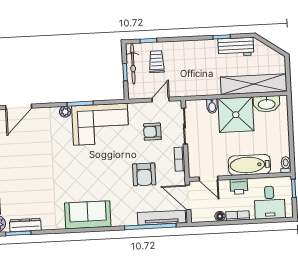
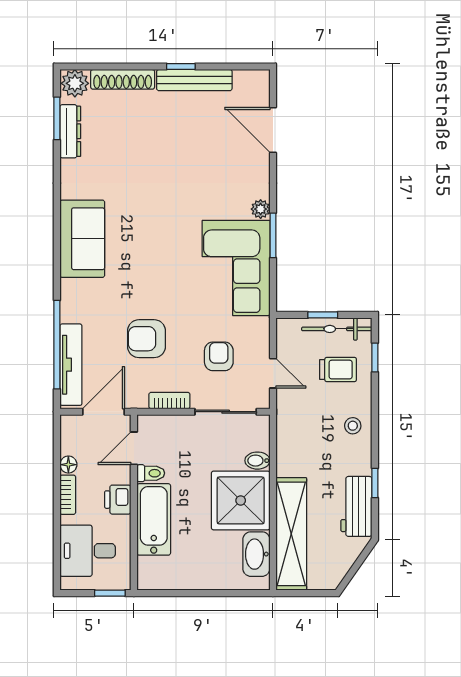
stool: (189, 51) -> (353, 426), added
toilet: (286, 165) -> (151, 473), moved

